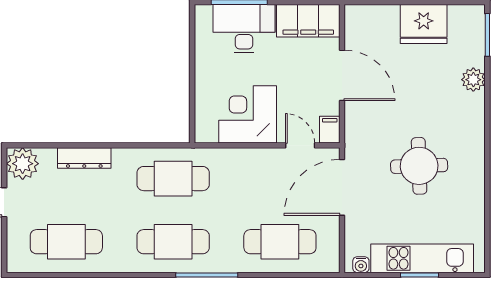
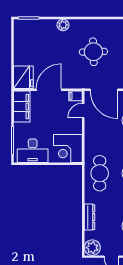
fridge: (424, 24) -> (23, 77), moved
desk: (244, 29) -> (33, 151), moved, turned -90
plant: (473, 80) -> (63, 25), moved
corner desk: (248, 114) -> (68, 149), moved

